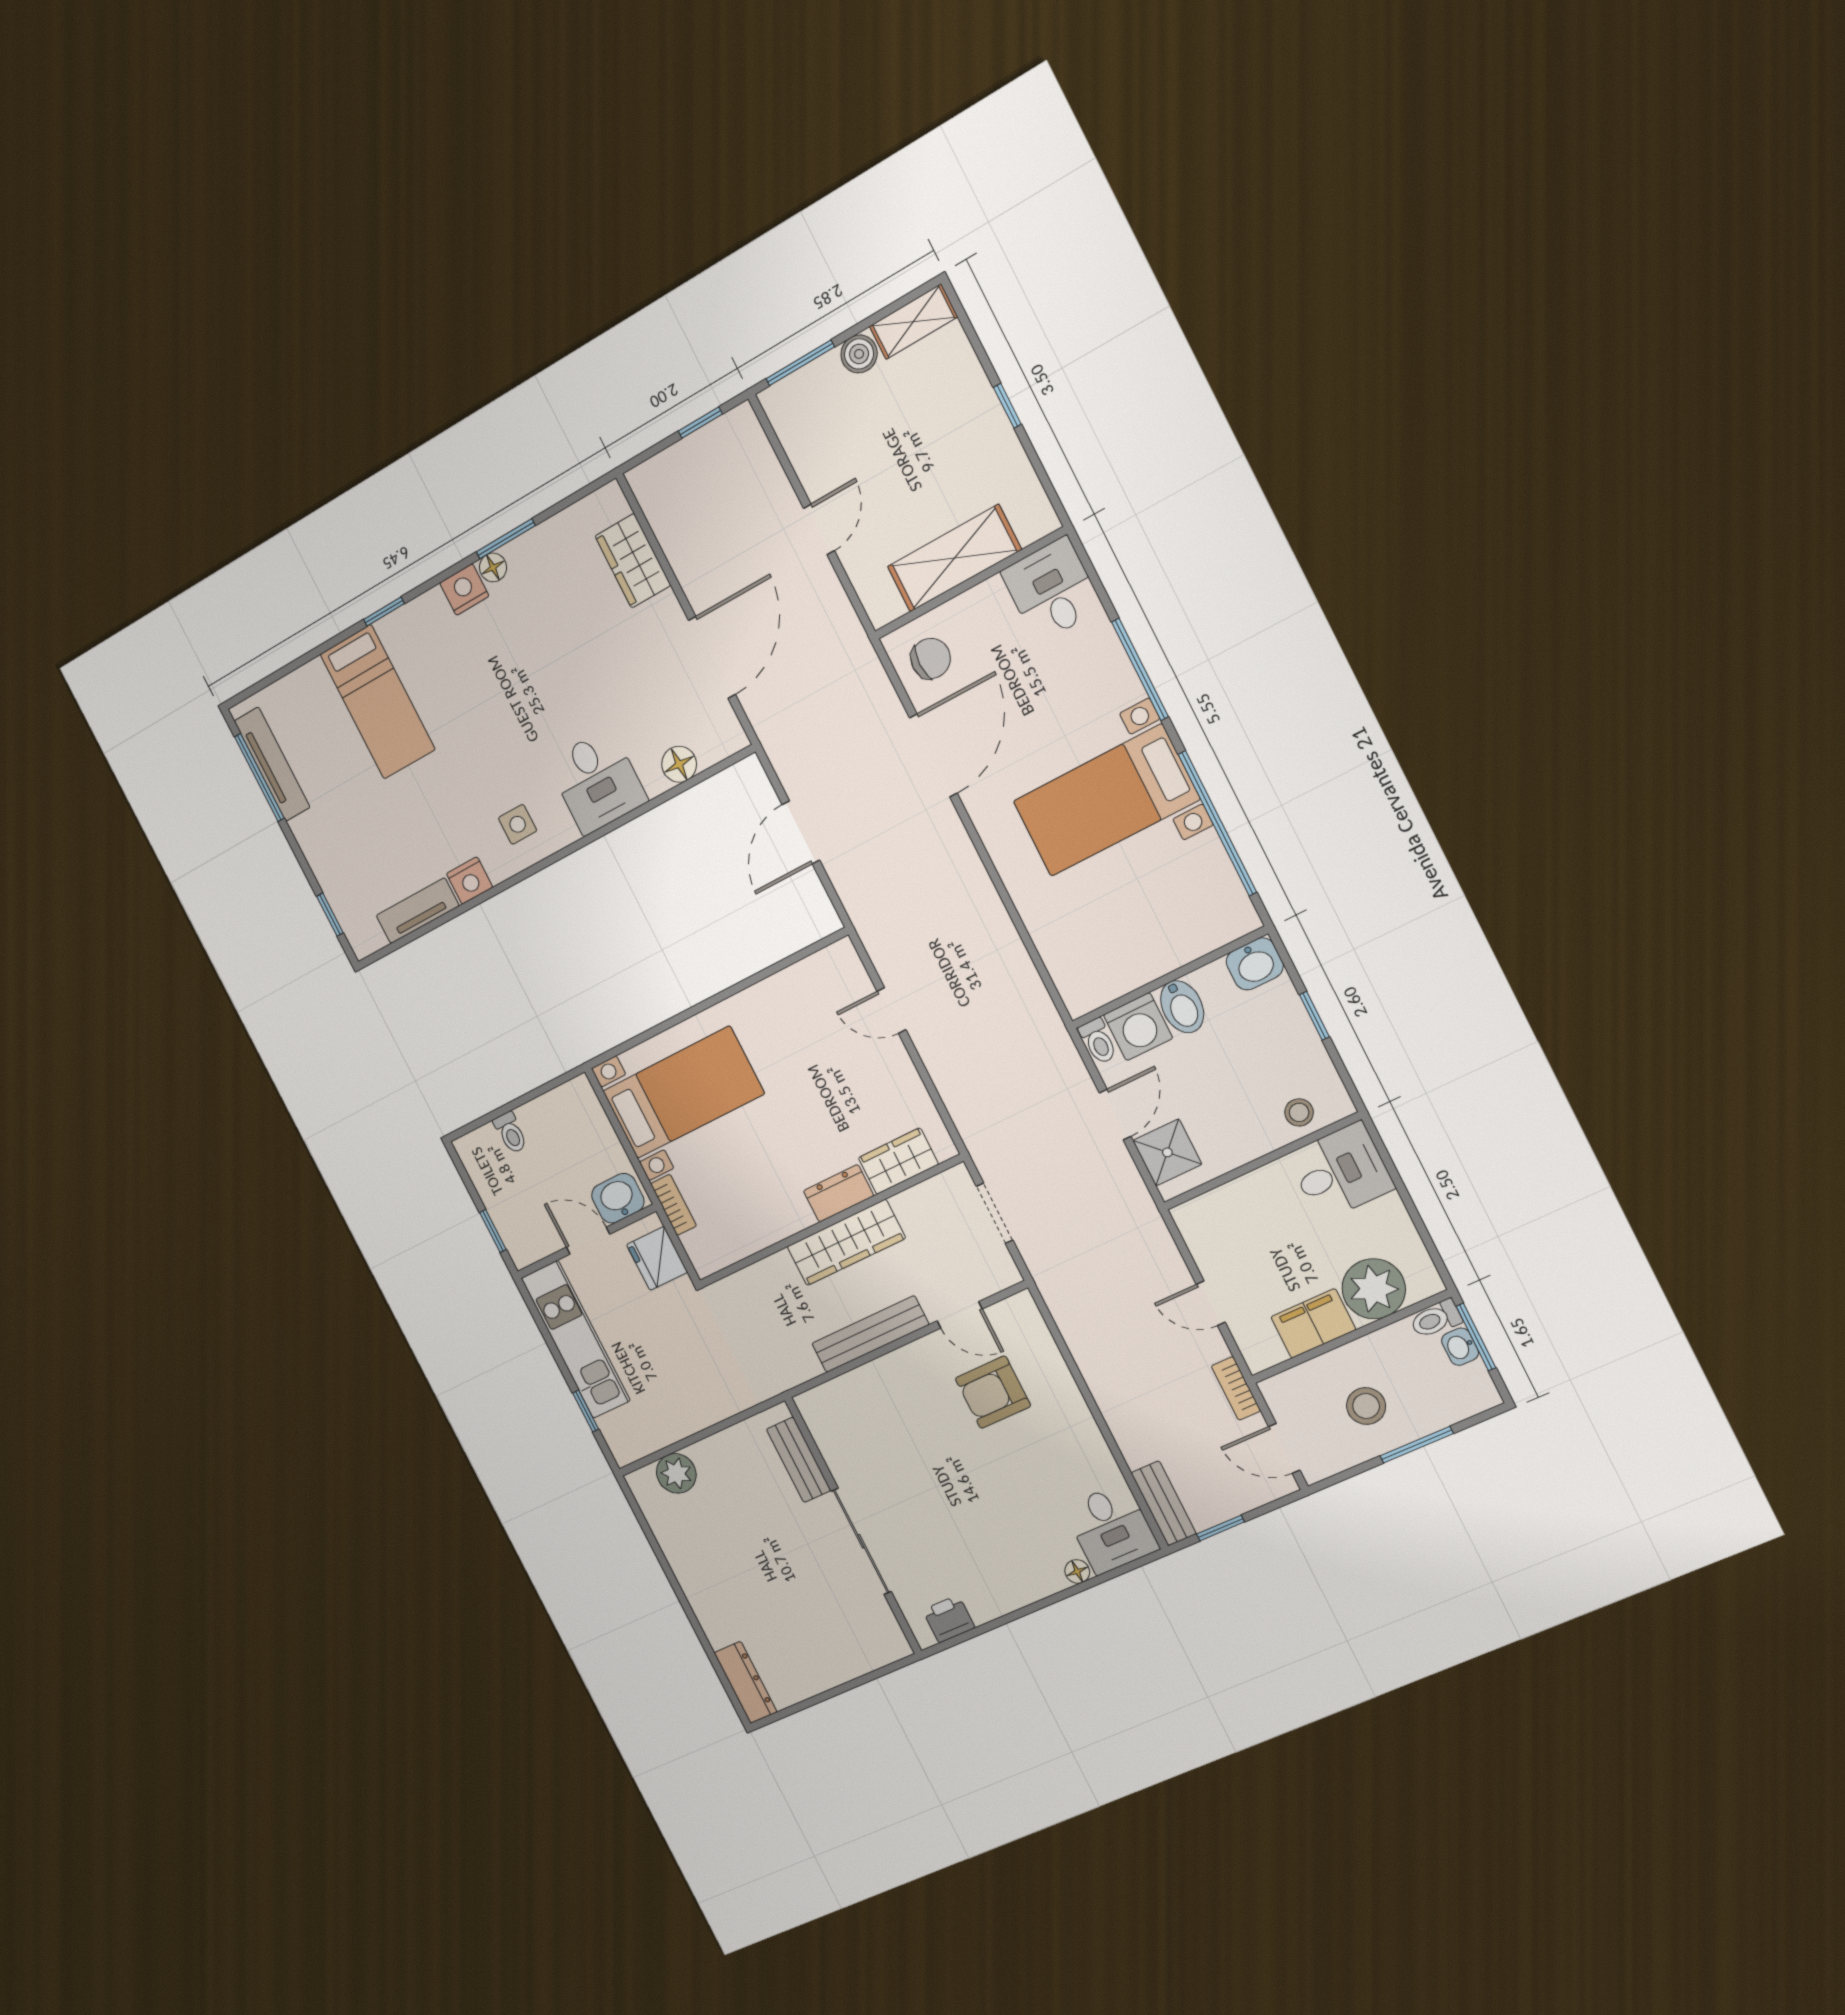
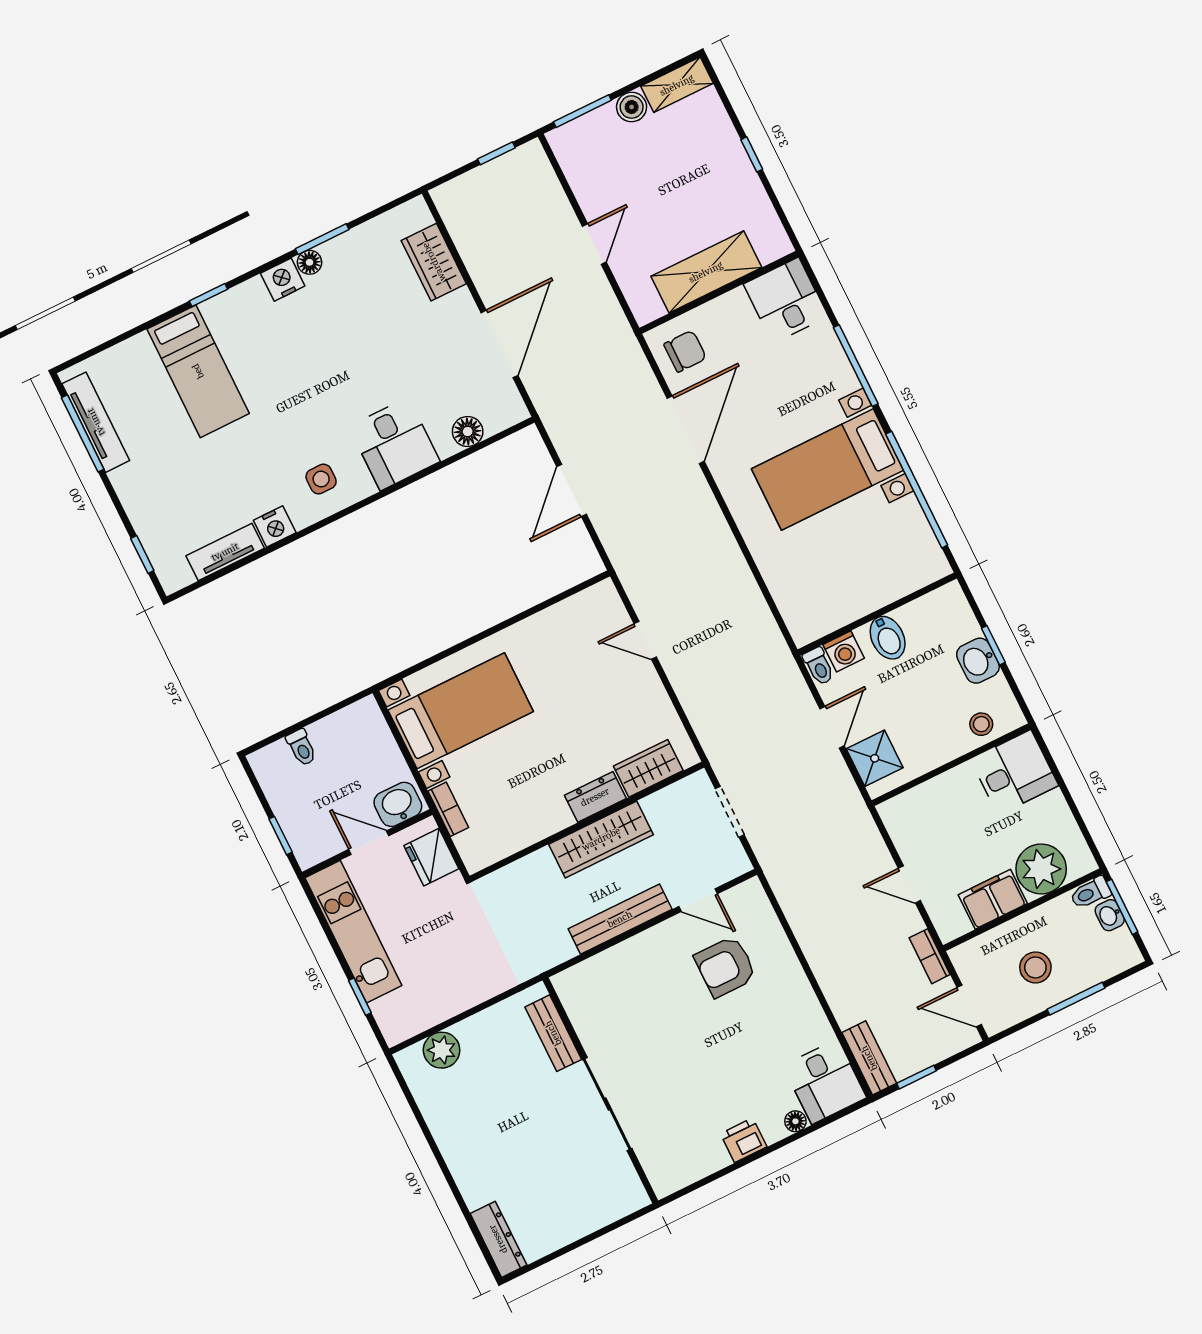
washbasin: (1255, 964) -> (978, 661), moved, turned 90
washing machine: (1138, 1027) -> (844, 651), width x0.73, depth x0.73
printer: (949, 1619) -> (744, 1140), moved

